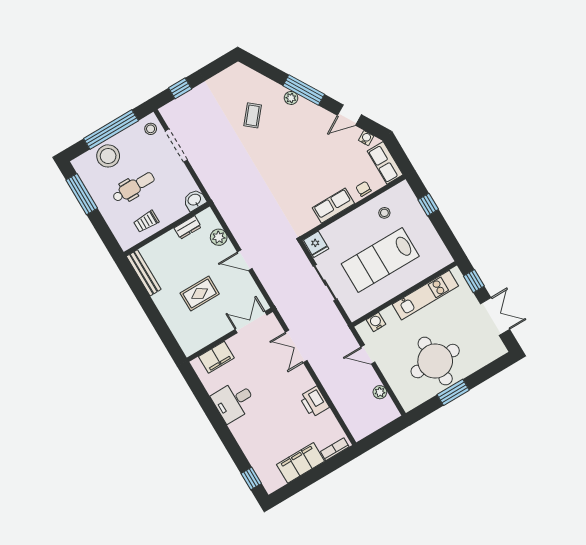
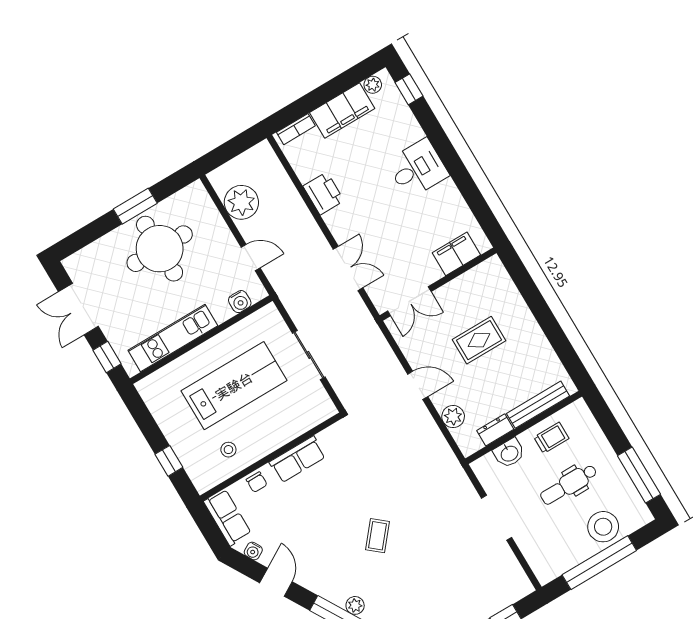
coffee table: (253, 115) -> (377, 536), moved
door: (349, 115) -> (276, 582), hinge flipped
stool: (151, 129) -> (545, 564), removed
doorway: (176, 145) -> (497, 518), moved
washbasin: (195, 200) -> (509, 453), moved
fridge: (316, 244) -> (321, 407), removed
bench: (144, 273) -> (538, 405), moved, turned 90
plant: (380, 392) -> (241, 202), width x1.87, depth x1.87
desk: (234, 401) -> (417, 169), moved
plant: (278, 482) -> (373, 85), added

